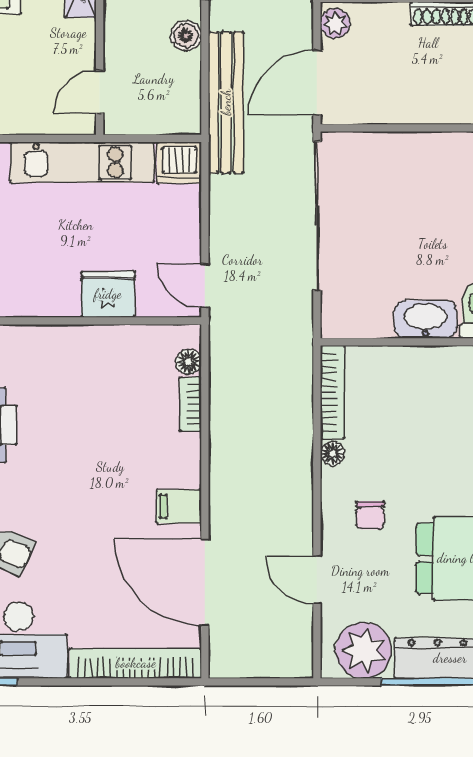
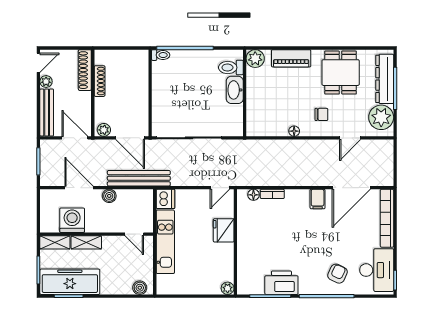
bookcase: (332, 392) -> (267, 131), removed

